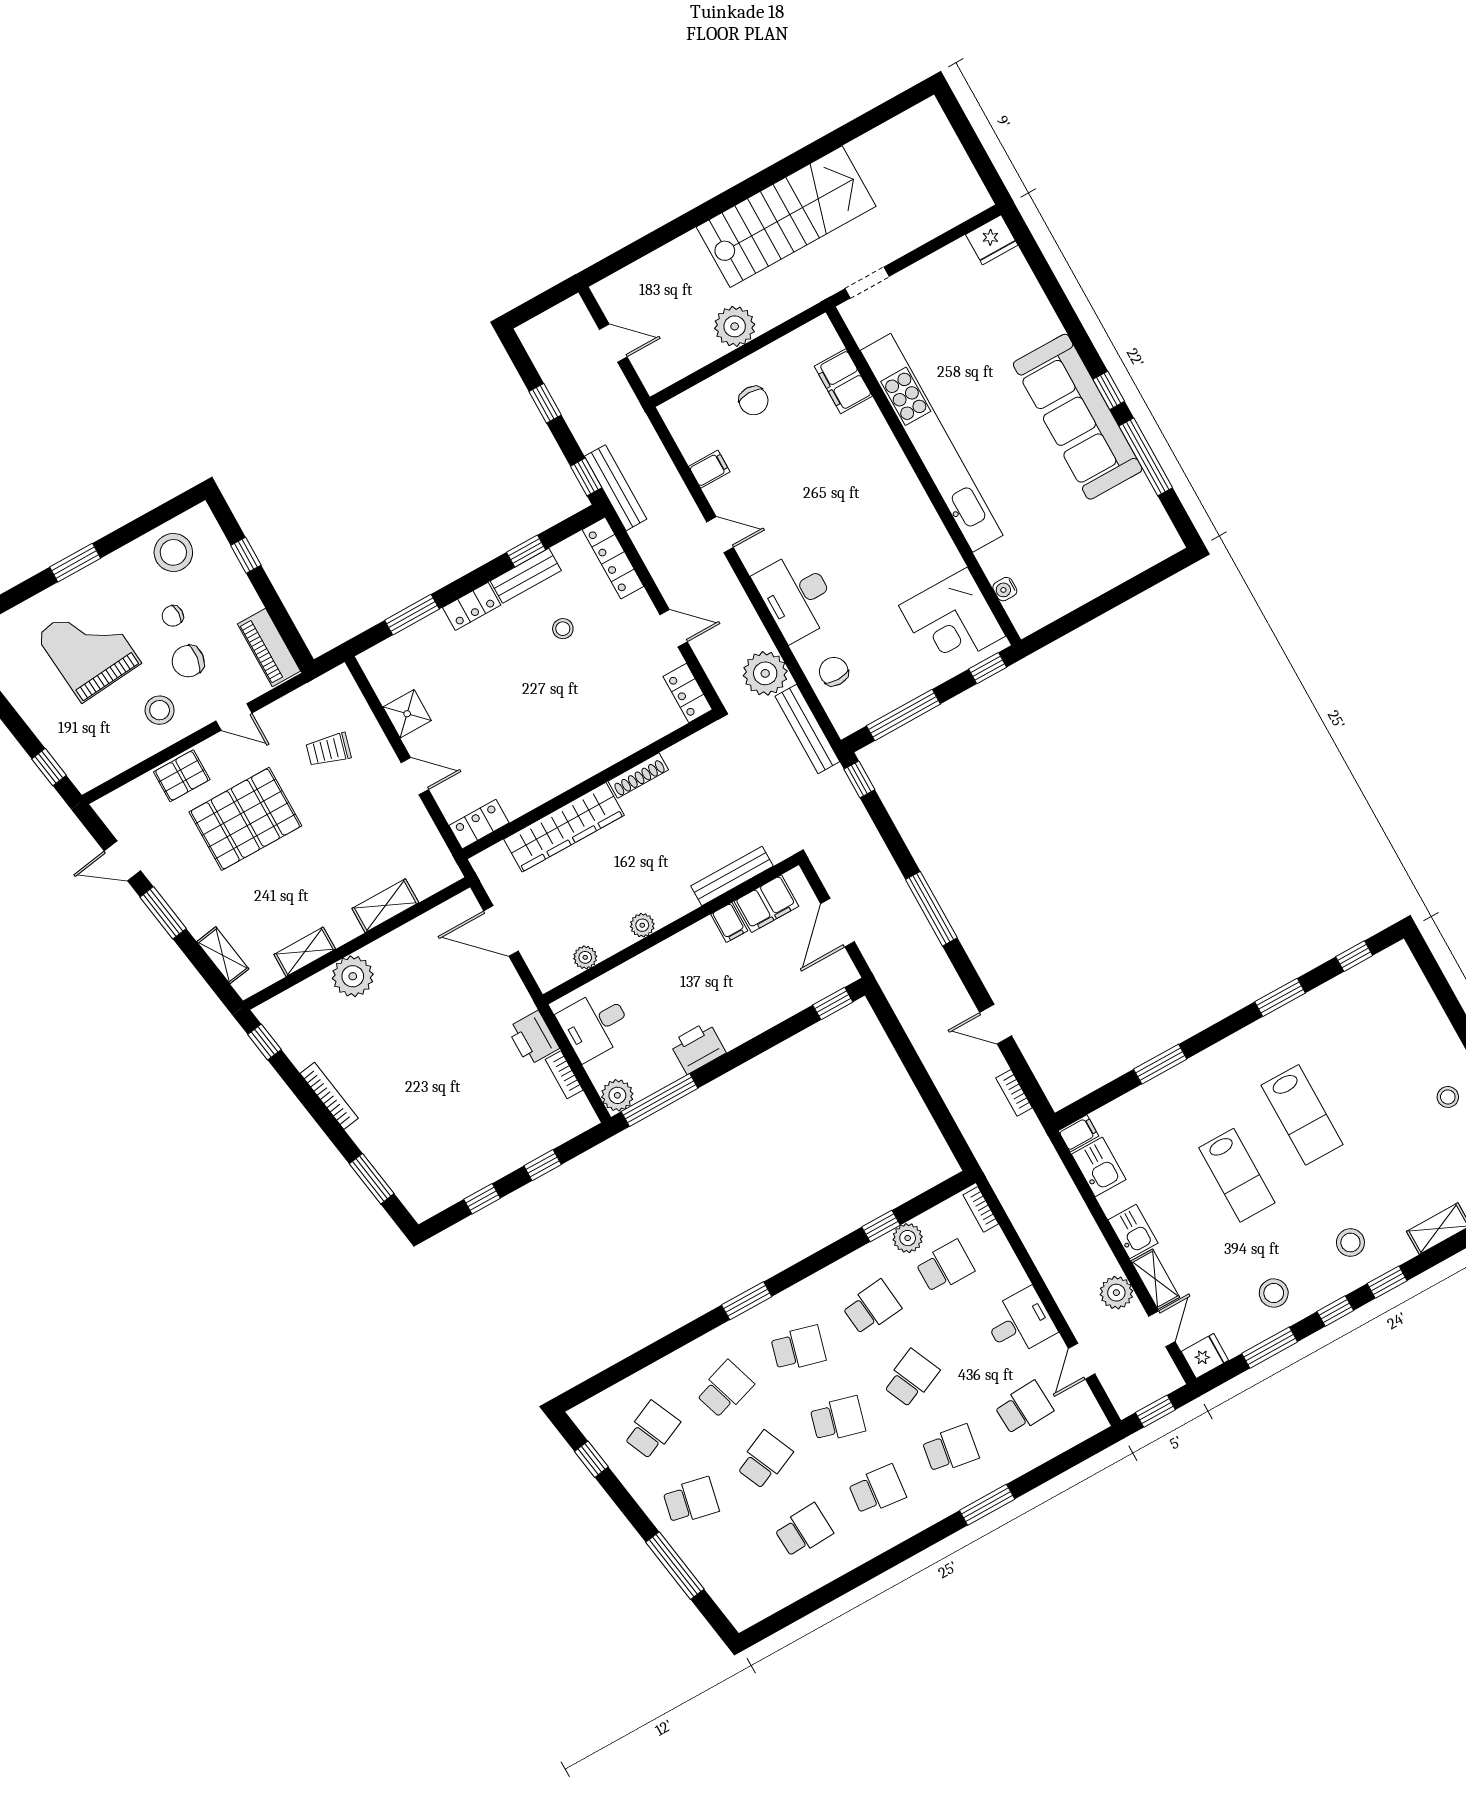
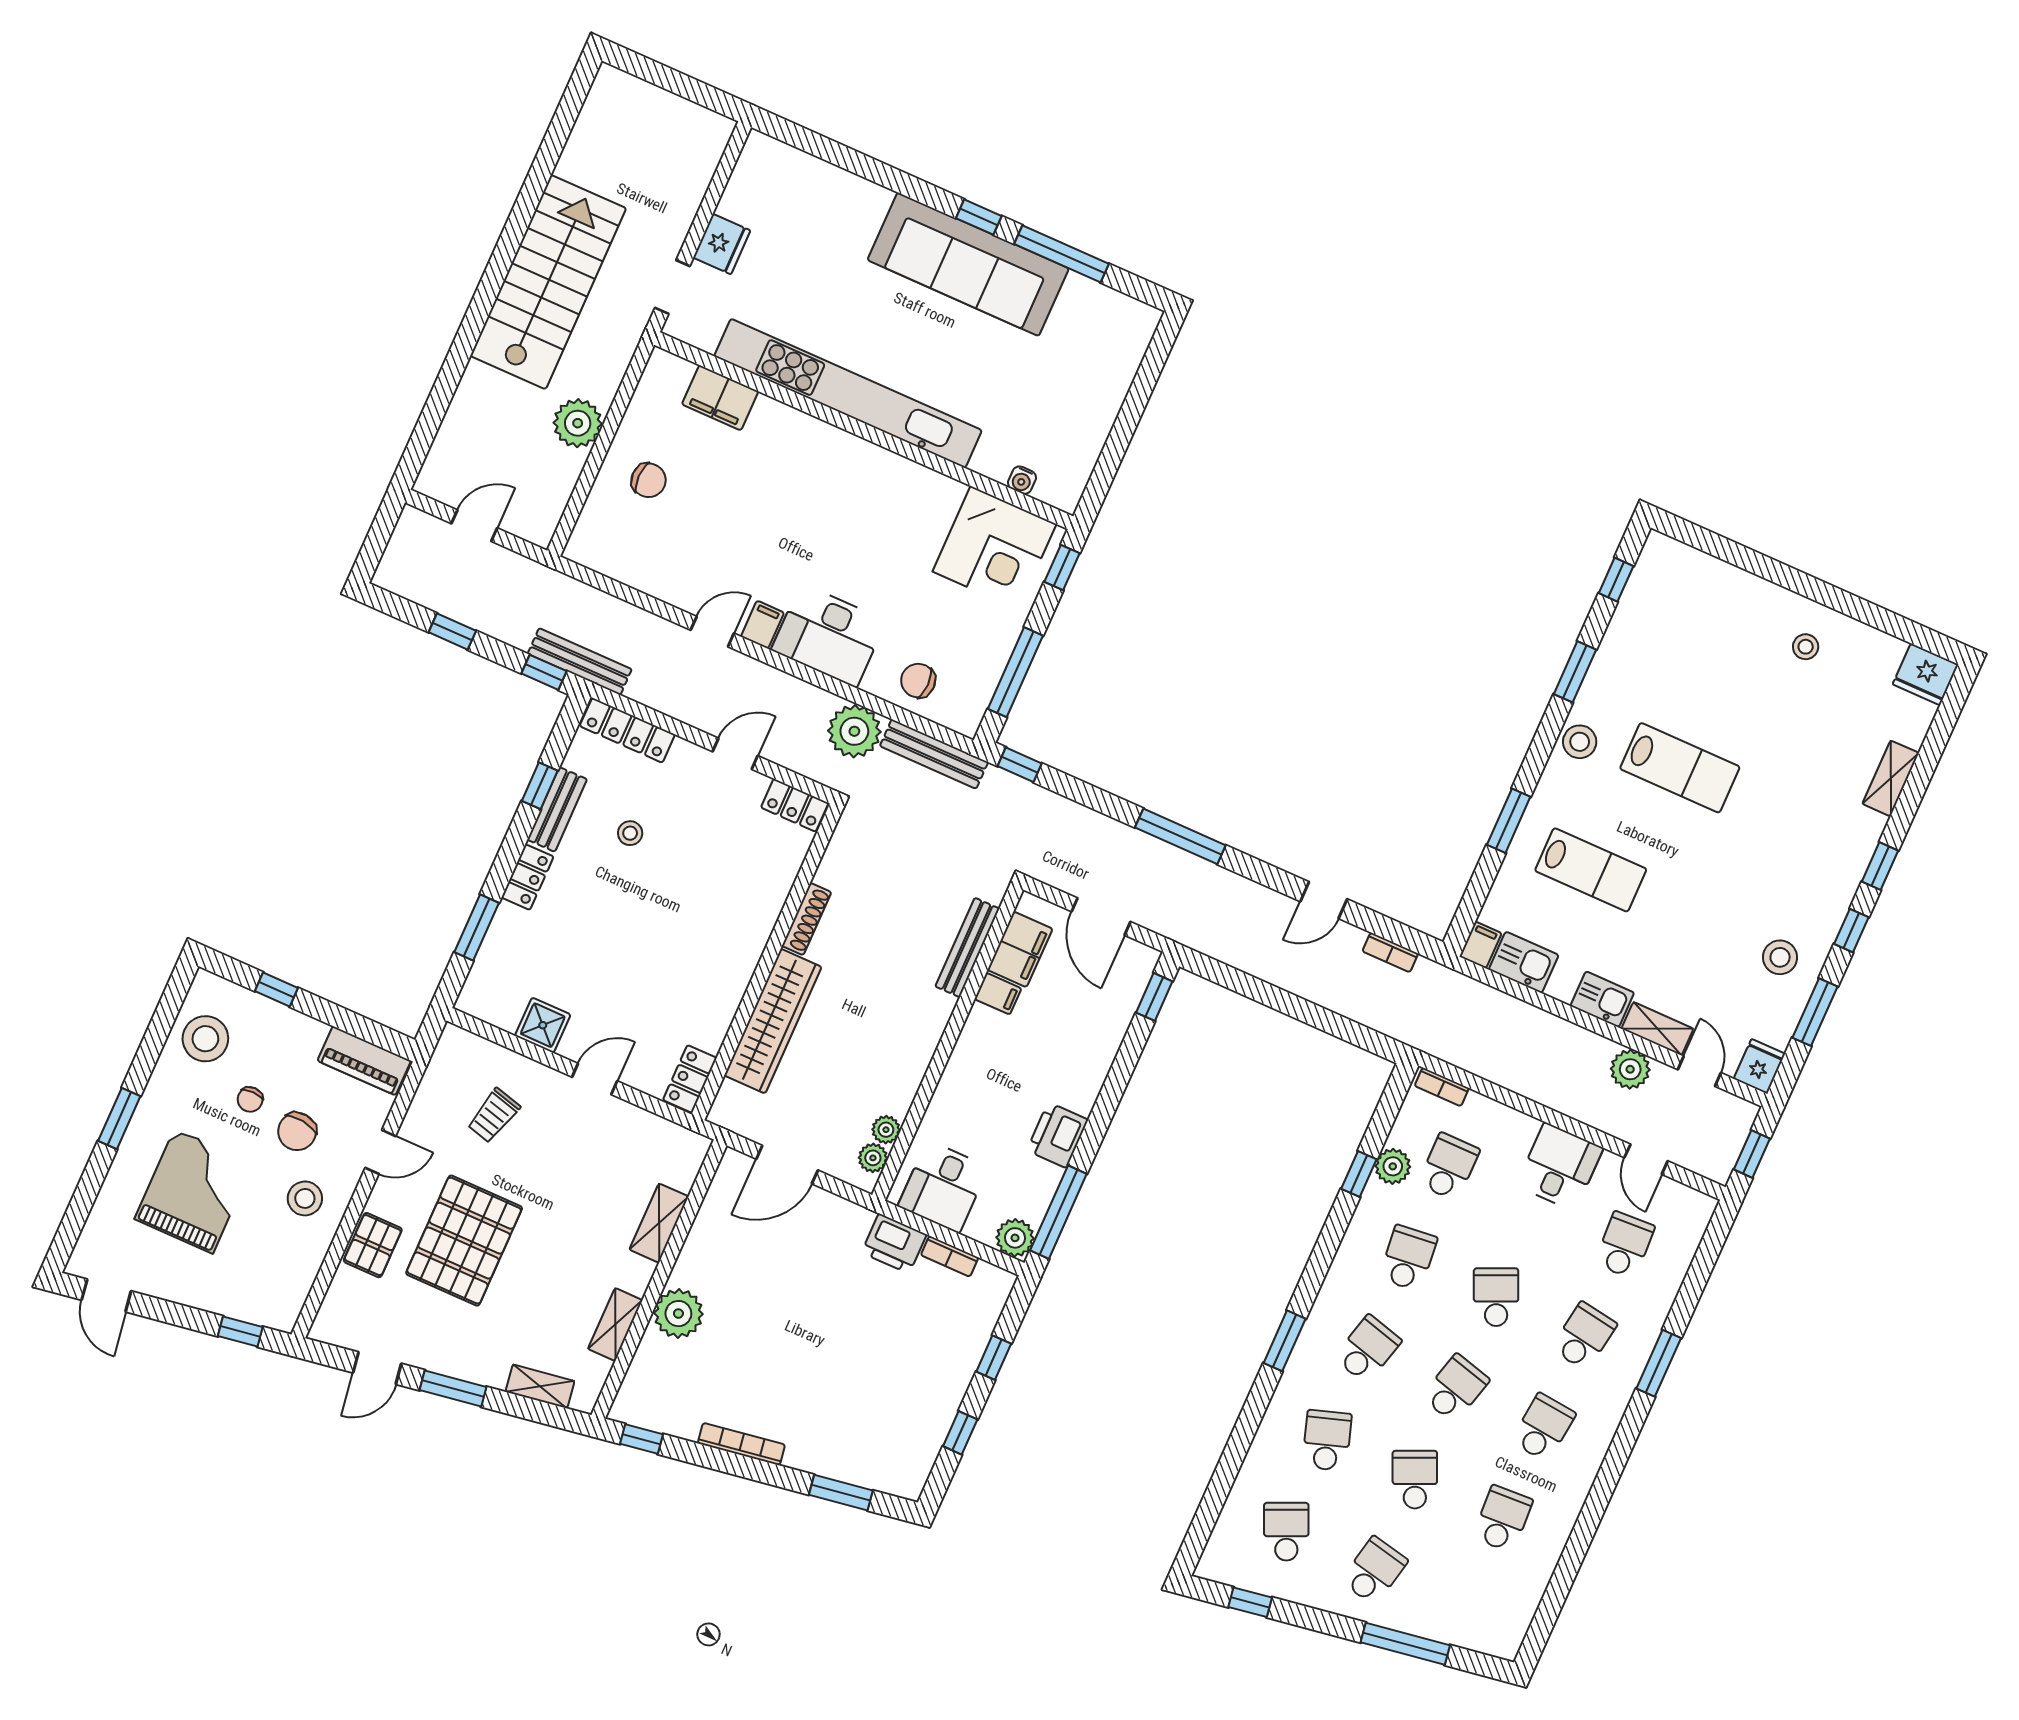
fridge: (992, 240) -> (722, 244), moved
filing cabinet: (709, 469) -> (762, 625), moved
grand piano: (88, 649) -> (194, 1191), turned 95
plant: (642, 925) -> (873, 1158), moved
lab bench: (1237, 1175) -> (1591, 870), moved
stool: (1350, 1242) -> (1580, 742), moved

